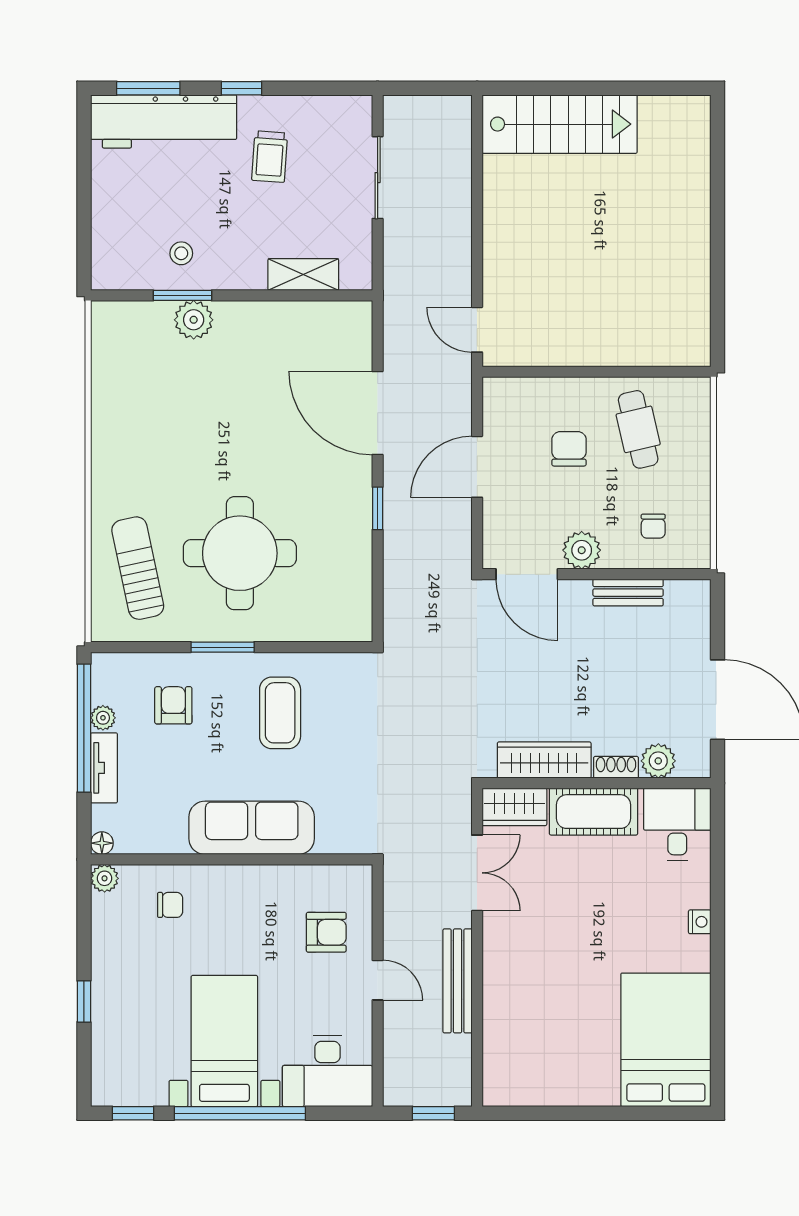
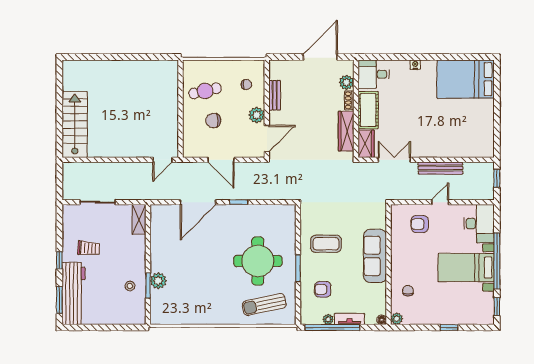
shelving: (303, 275) -> (139, 219), moved
armchair: (326, 932) -> (420, 224), turned -90

